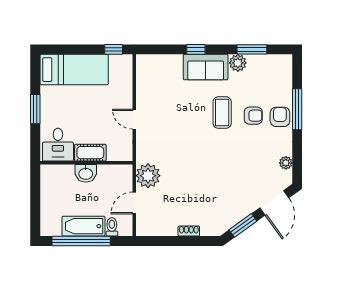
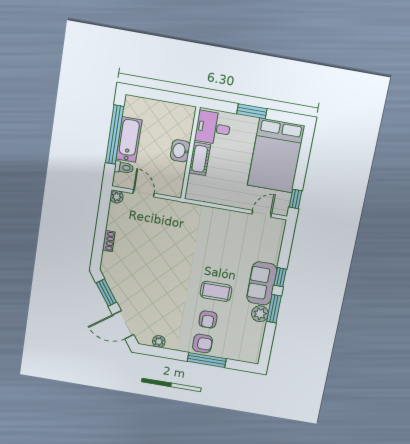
window: (252, 49) -> (274, 309), moved
bed: (74, 70) -> (276, 156), width x1.50
door: (134, 119) -> (262, 214), moved
plant: (148, 176) -> (117, 197), moved, width x0.53, depth x0.53

